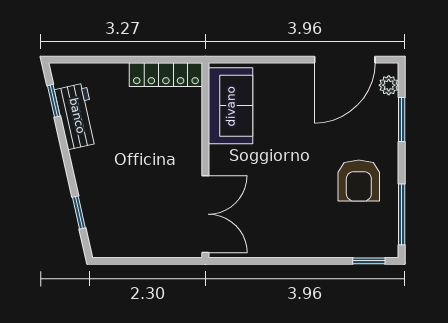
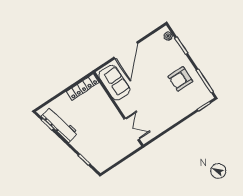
door: (345, 60) -> (126, 50), moved
workbench: (77, 116) -> (60, 124), width x1.38
armchair: (359, 181) -> (180, 79), turned 90
double door: (205, 214) -> (132, 129), width x0.73

